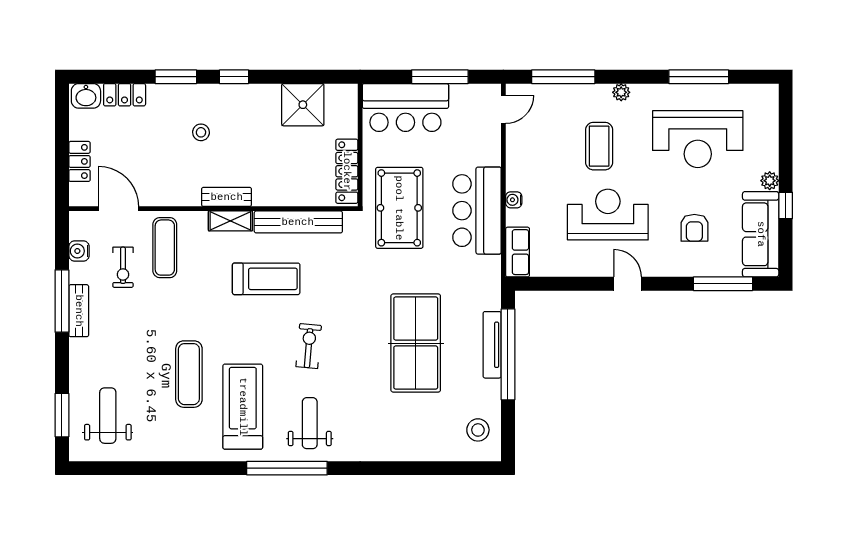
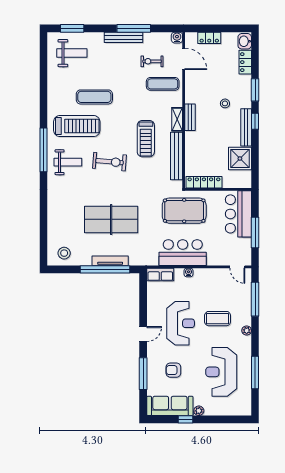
bench: (245, 93) -> (246, 127), added
door: (119, 209) -> (184, 59), hinge flipped
water cooler: (79, 251) -> (177, 38), moved
window: (723, 284) -> (143, 374), moved
bench: (79, 311) -> (124, 37), width x1.36
exercise bike: (309, 346) -> (110, 162), width x1.38, depth x1.39

